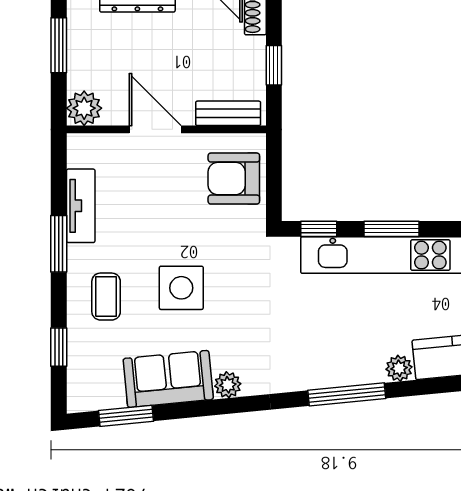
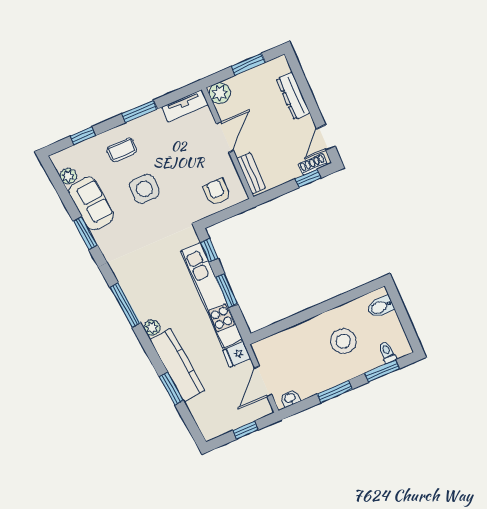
window: (274, 65) -> (308, 178), moved
armchair: (234, 179) -> (217, 192), width x0.72, depth x0.72
tv unit: (81, 206) -> (185, 106), moved
plant: (228, 385) -> (68, 176), moved
window: (126, 416) -> (85, 233), moved

